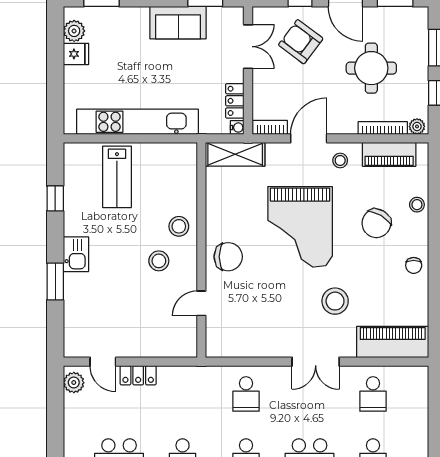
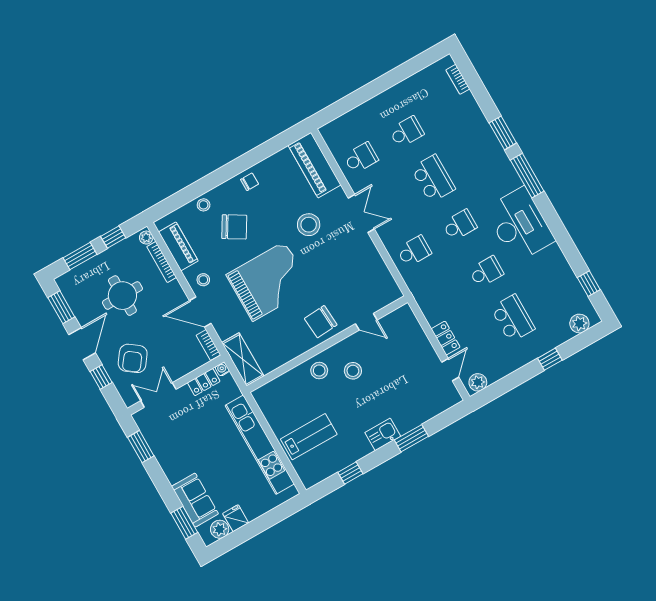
sofa: (178, 23) -> (195, 500), moved
chair: (228, 257) -> (321, 322), turned -94

